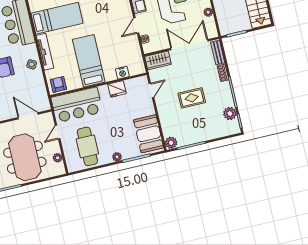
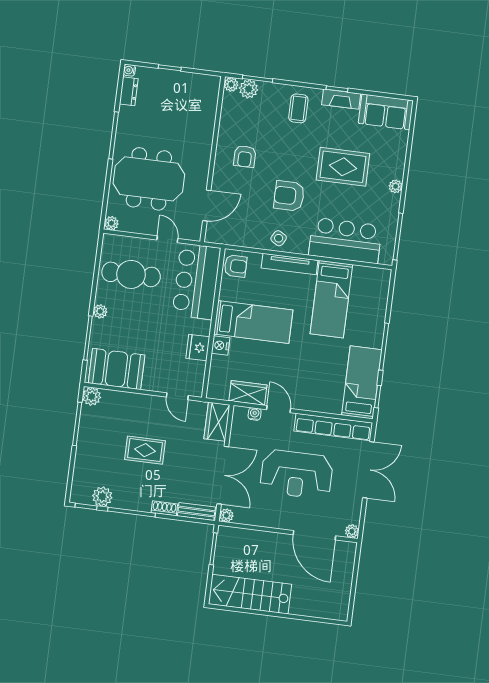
plant: (208, 12) -> (226, 515), moved
wardrobe: (133, 48) -> (248, 393), added
nightstand: (122, 73) -> (221, 345), moved
rug: (192, 98) -> (145, 450), turned 90
plant: (58, 158) -> (111, 223), moved

